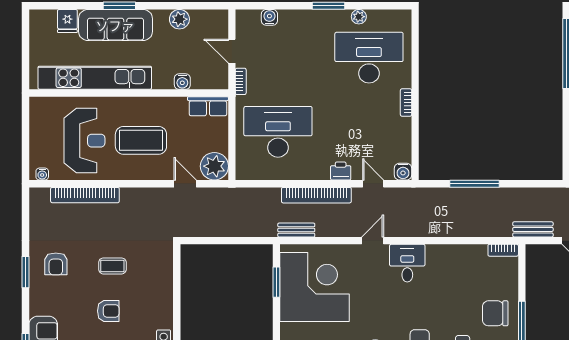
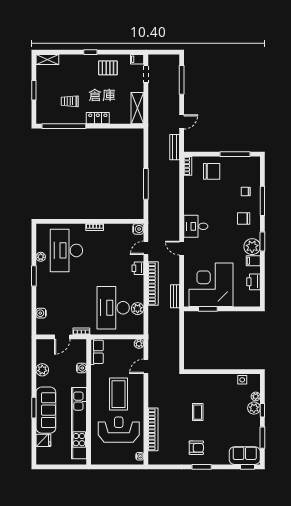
plant: (214, 166) -> (139, 344), width x0.53, depth x0.53
plant: (277, 171) -> (138, 309), added
armchair: (108, 311) -> (226, 415), removed
chair: (495, 313) -> (212, 171), moved, turned -90

